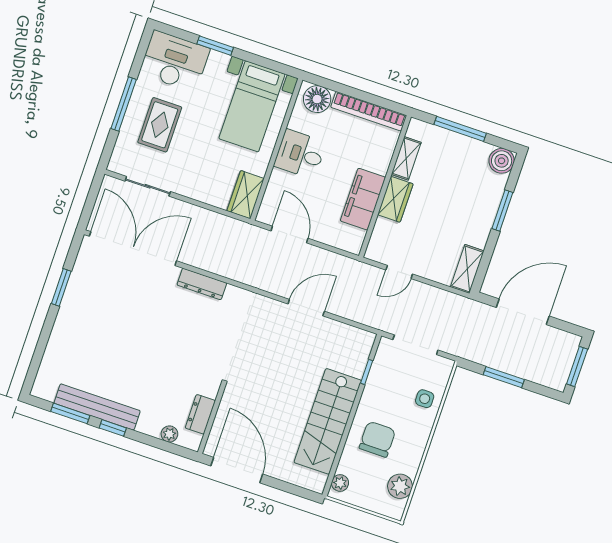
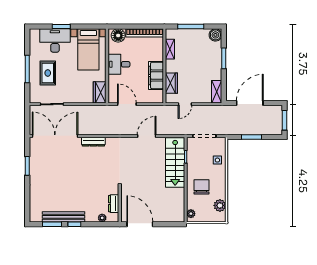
desk: (175, 61) -> (55, 41), moved
wardrobe: (395, 199) -> (171, 83), moved
stairs: (328, 421) -> (175, 162), moved

